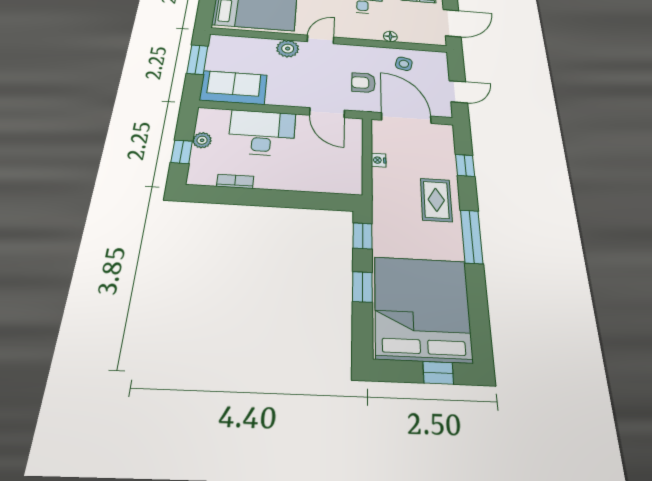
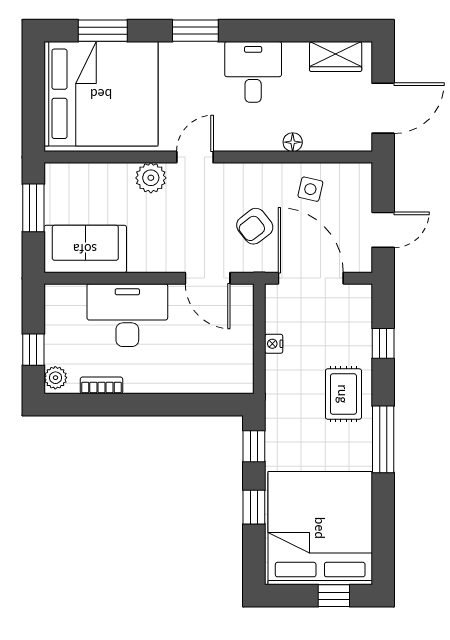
armchair: (363, 83) -> (255, 226), turned -38
plant: (202, 140) -> (55, 378), moved

